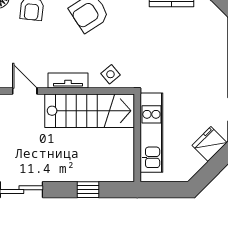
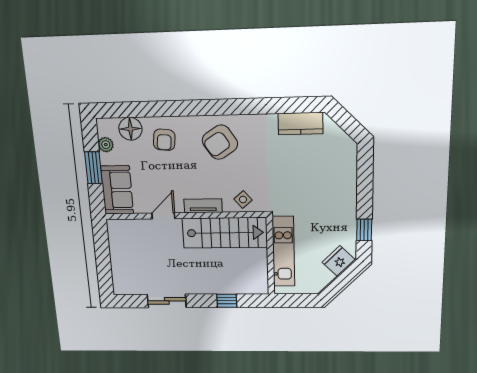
door: (25, 91) -> (163, 216), hinge flipped

